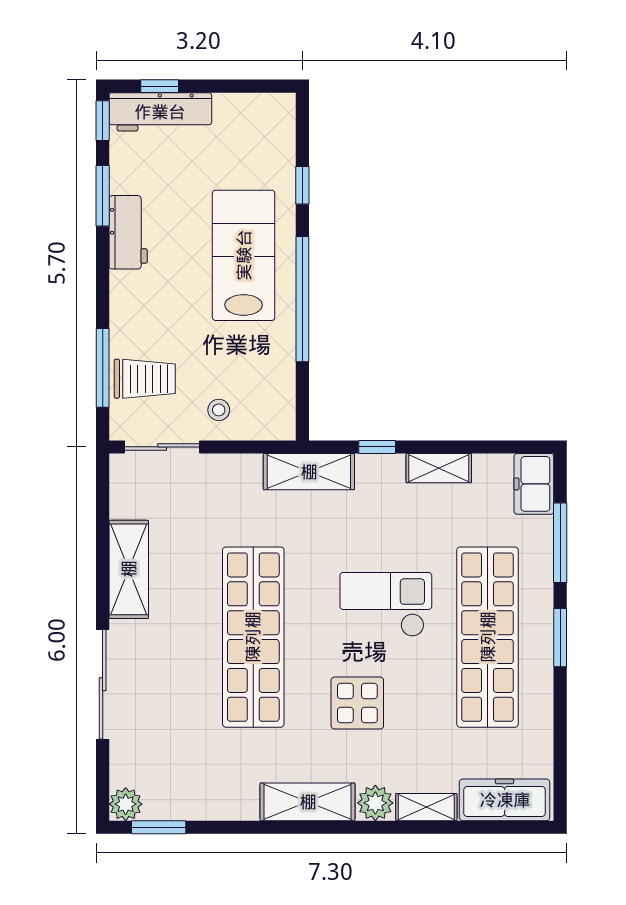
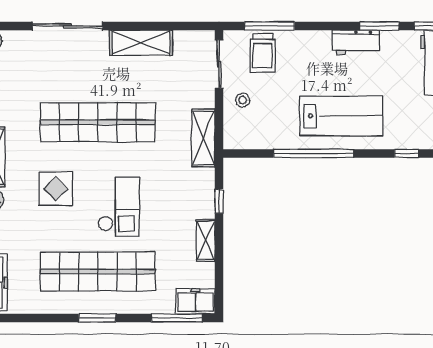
window: (302, 185) -> (407, 153), moved
shelving: (309, 472) -> (203, 138), moved
window: (560, 543) -> (177, 318), moved

